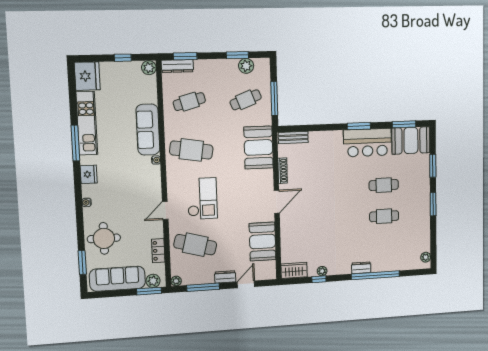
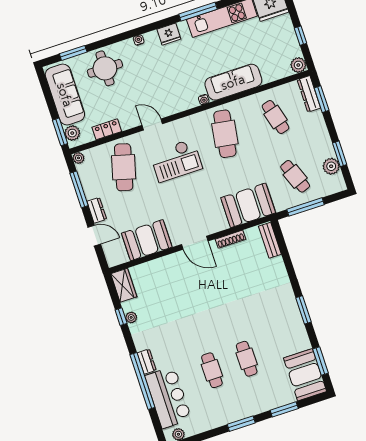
bar counter: (367, 143) -> (168, 397), moved, turned 180

